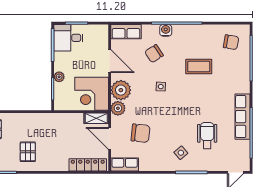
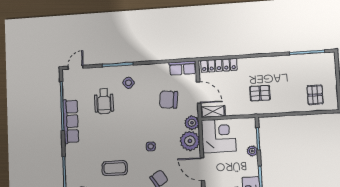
pallet: (28, 152) -> (260, 93), moved, turned 90

